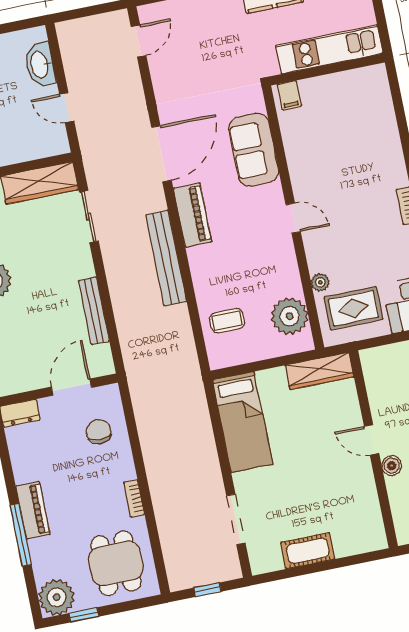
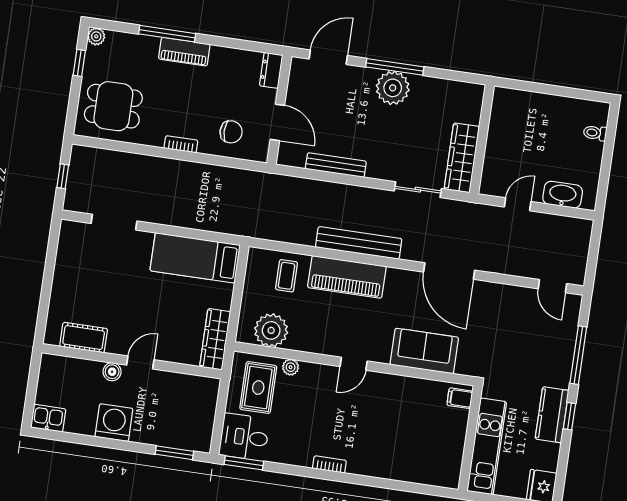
piano: (193, 215) -> (347, 277), moved, width x1.37, depth x1.33
bookcase: (134, 498) -> (181, 144), moved
cot: (308, 551) -> (84, 338), moved, turned 90
plant: (57, 597) -> (96, 36), width x0.53, depth x0.53

